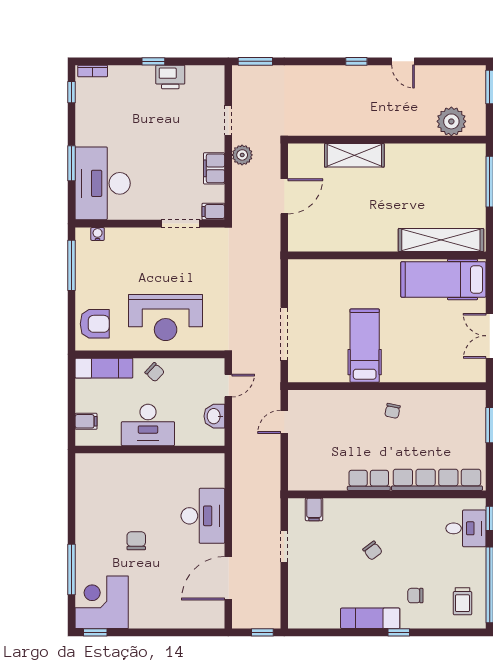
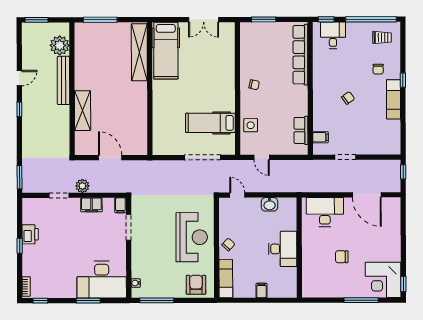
bench: (399, 127) -> (63, 80), added
hospital bed: (365, 346) -> (210, 123), moved
side table: (332, 406) -> (251, 125), added
washbasin: (214, 416) -> (270, 204), moved
desk: (148, 425) -> (283, 249), moved
wall: (150, 449) -> (299, 248), moved
row of seats: (369, 480) -> (301, 130), moved

